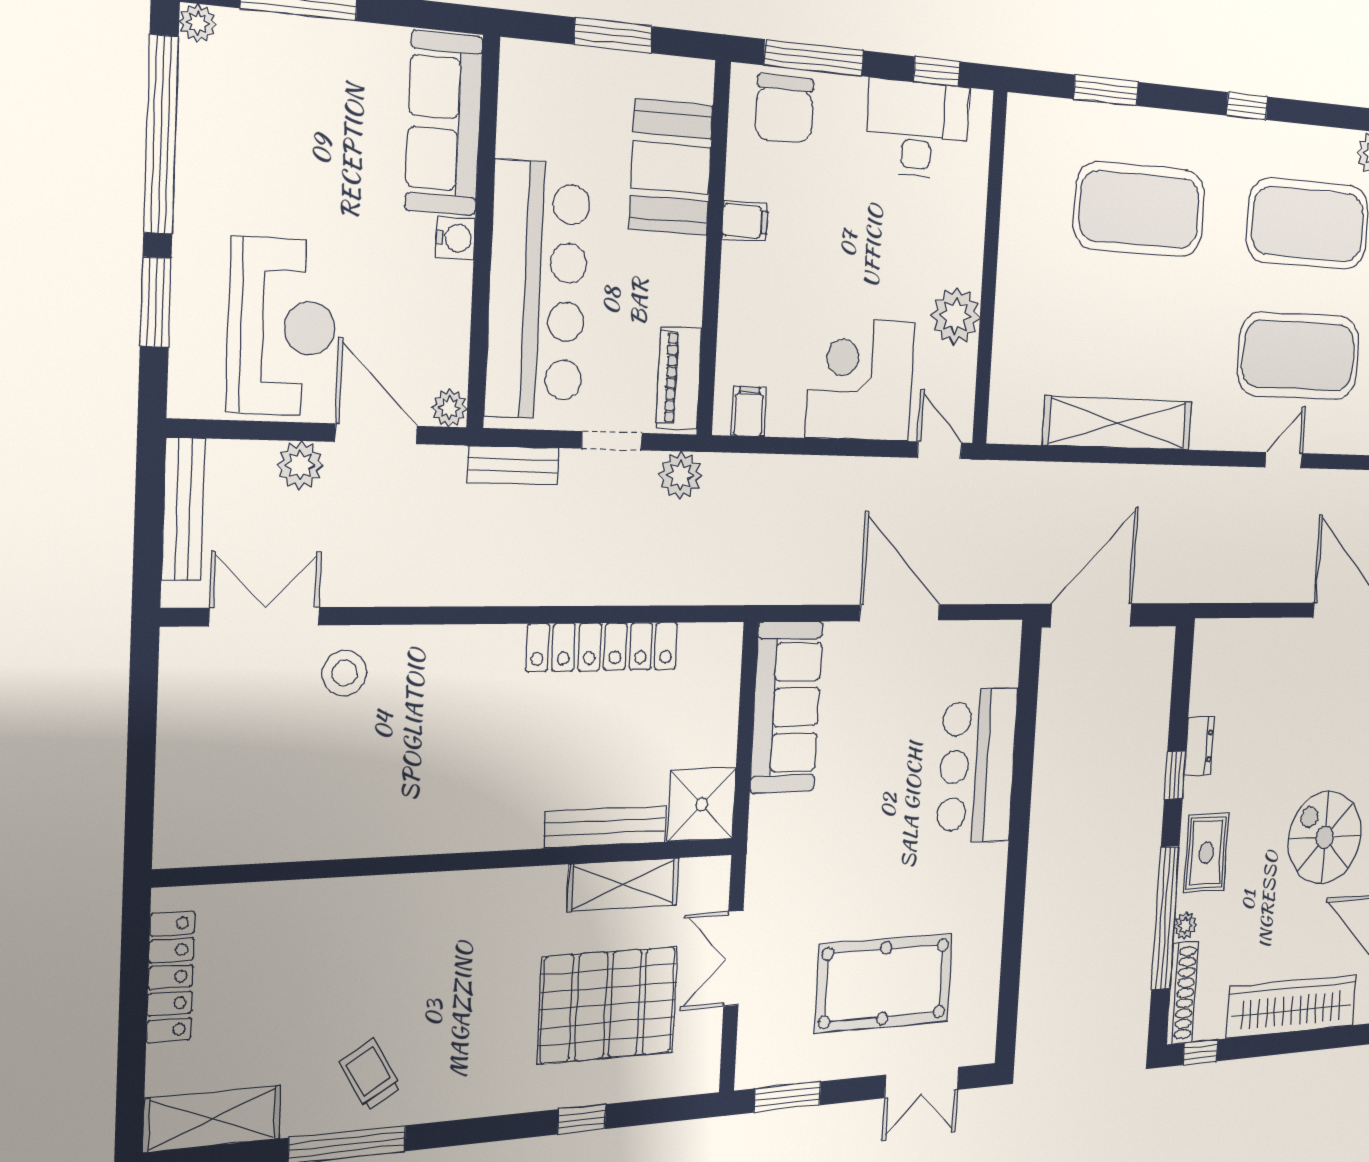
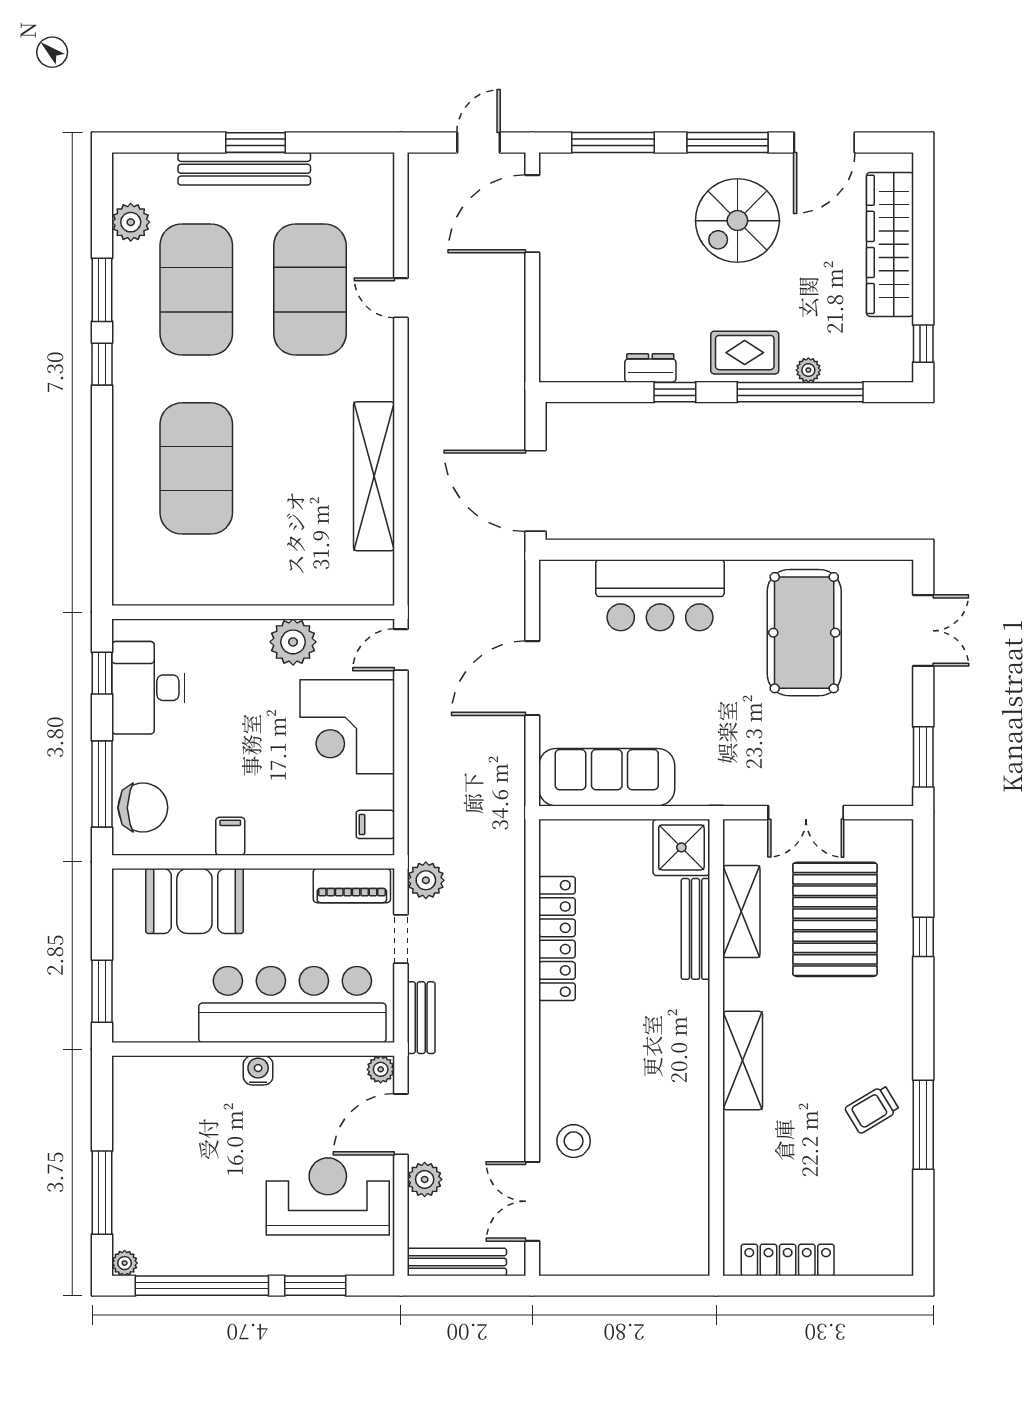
window: (613, 35) -> (102, 991), moved
window: (1106, 90) -> (102, 290), moved
sofa: (444, 123) -> (177, 1083), removed
pool table: (884, 983) -> (804, 633), moved
shoe rack: (1182, 993) -> (868, 368), removed
shelving: (212, 1119) -> (743, 1060), moved

